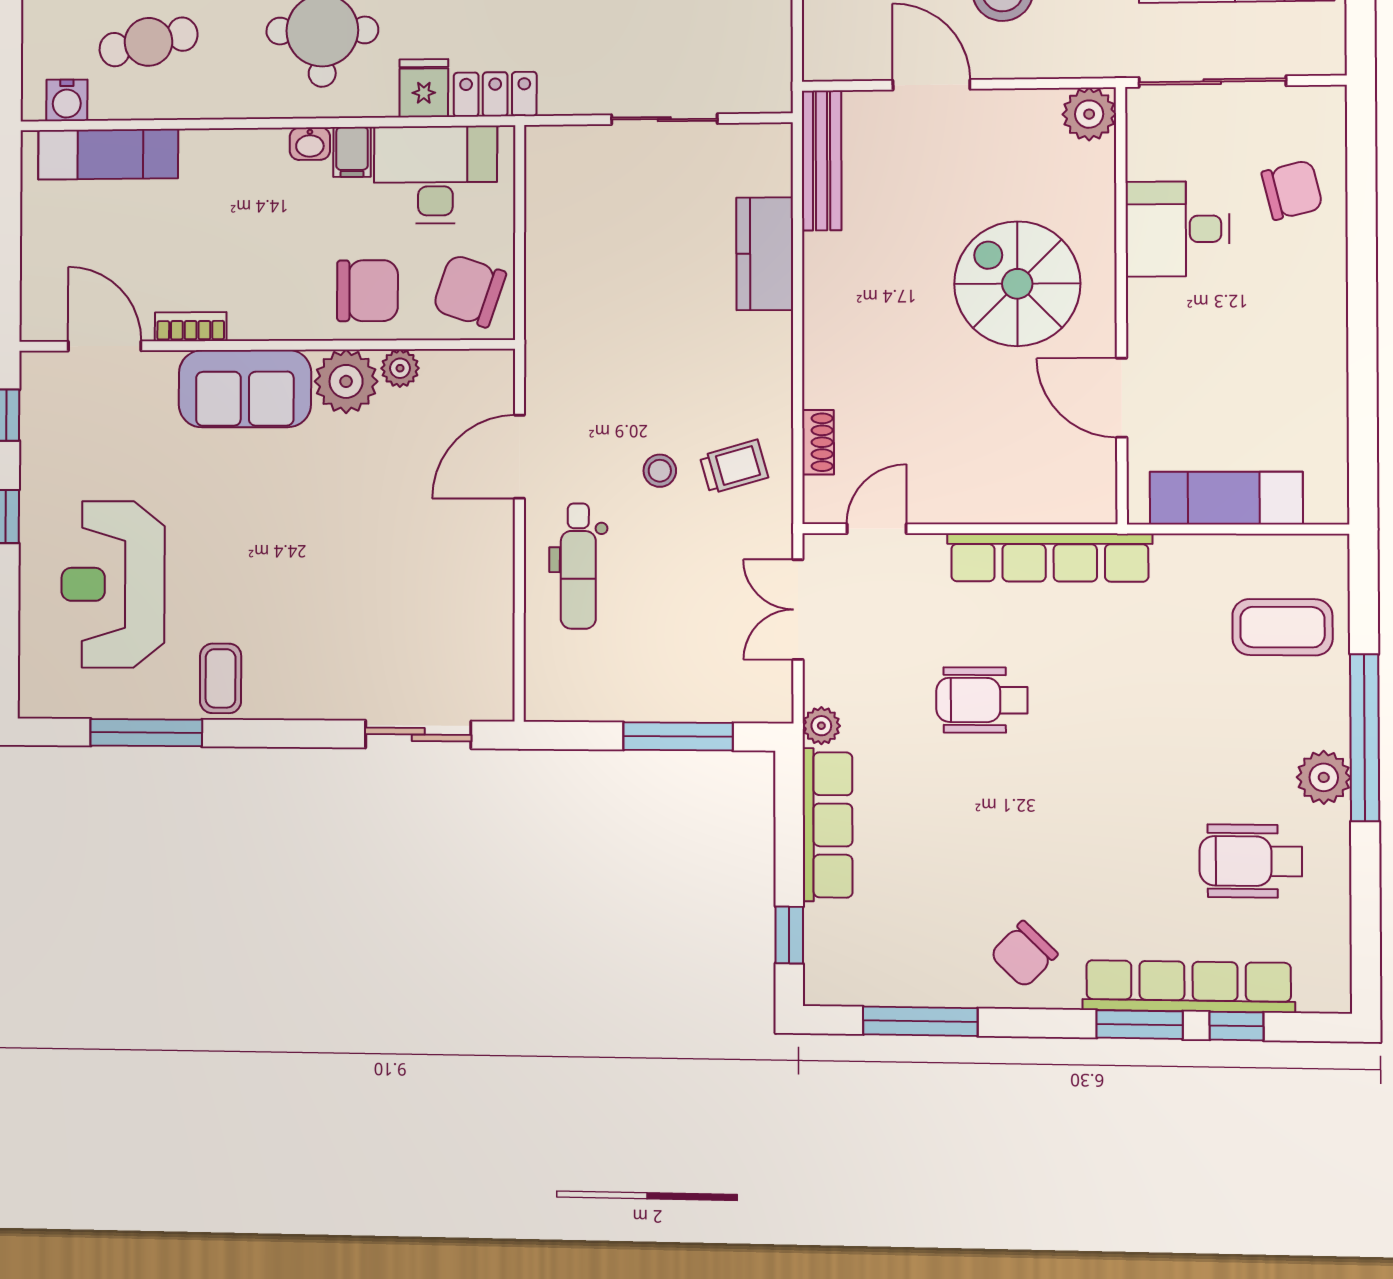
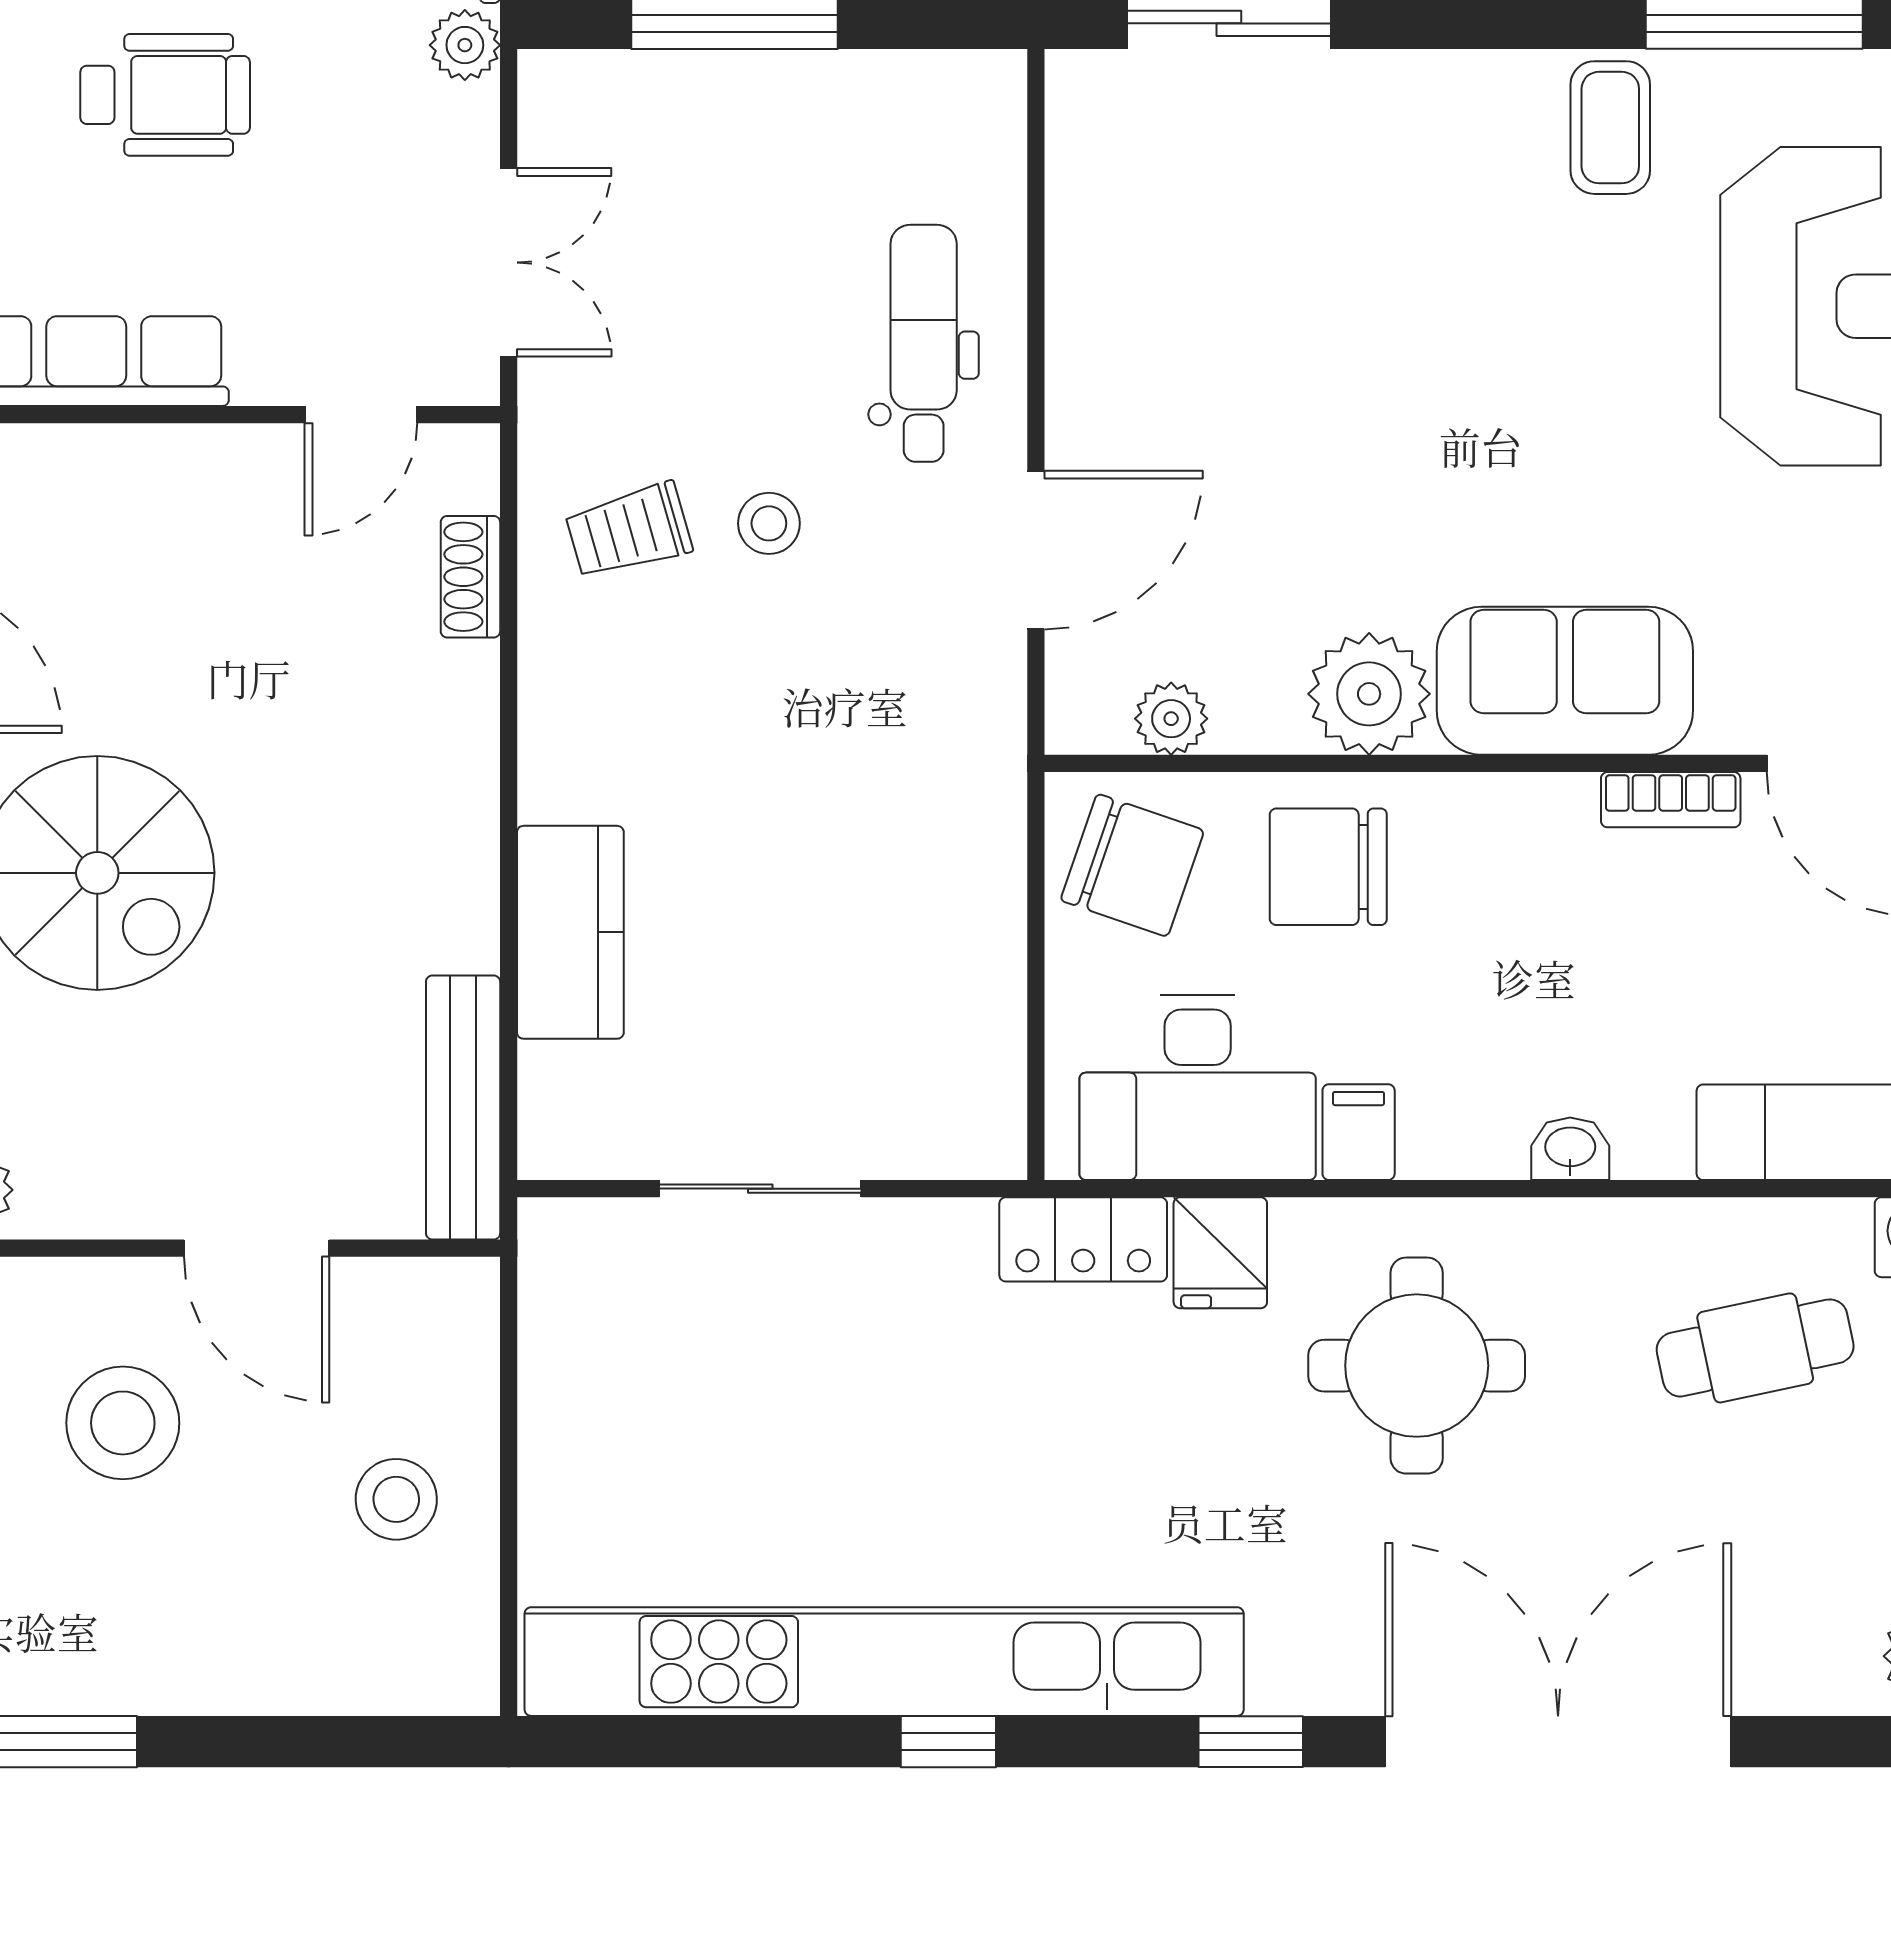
washbasin: (310, 144) -> (1570, 1149), moved
plant: (400, 368) -> (1171, 719), moved

